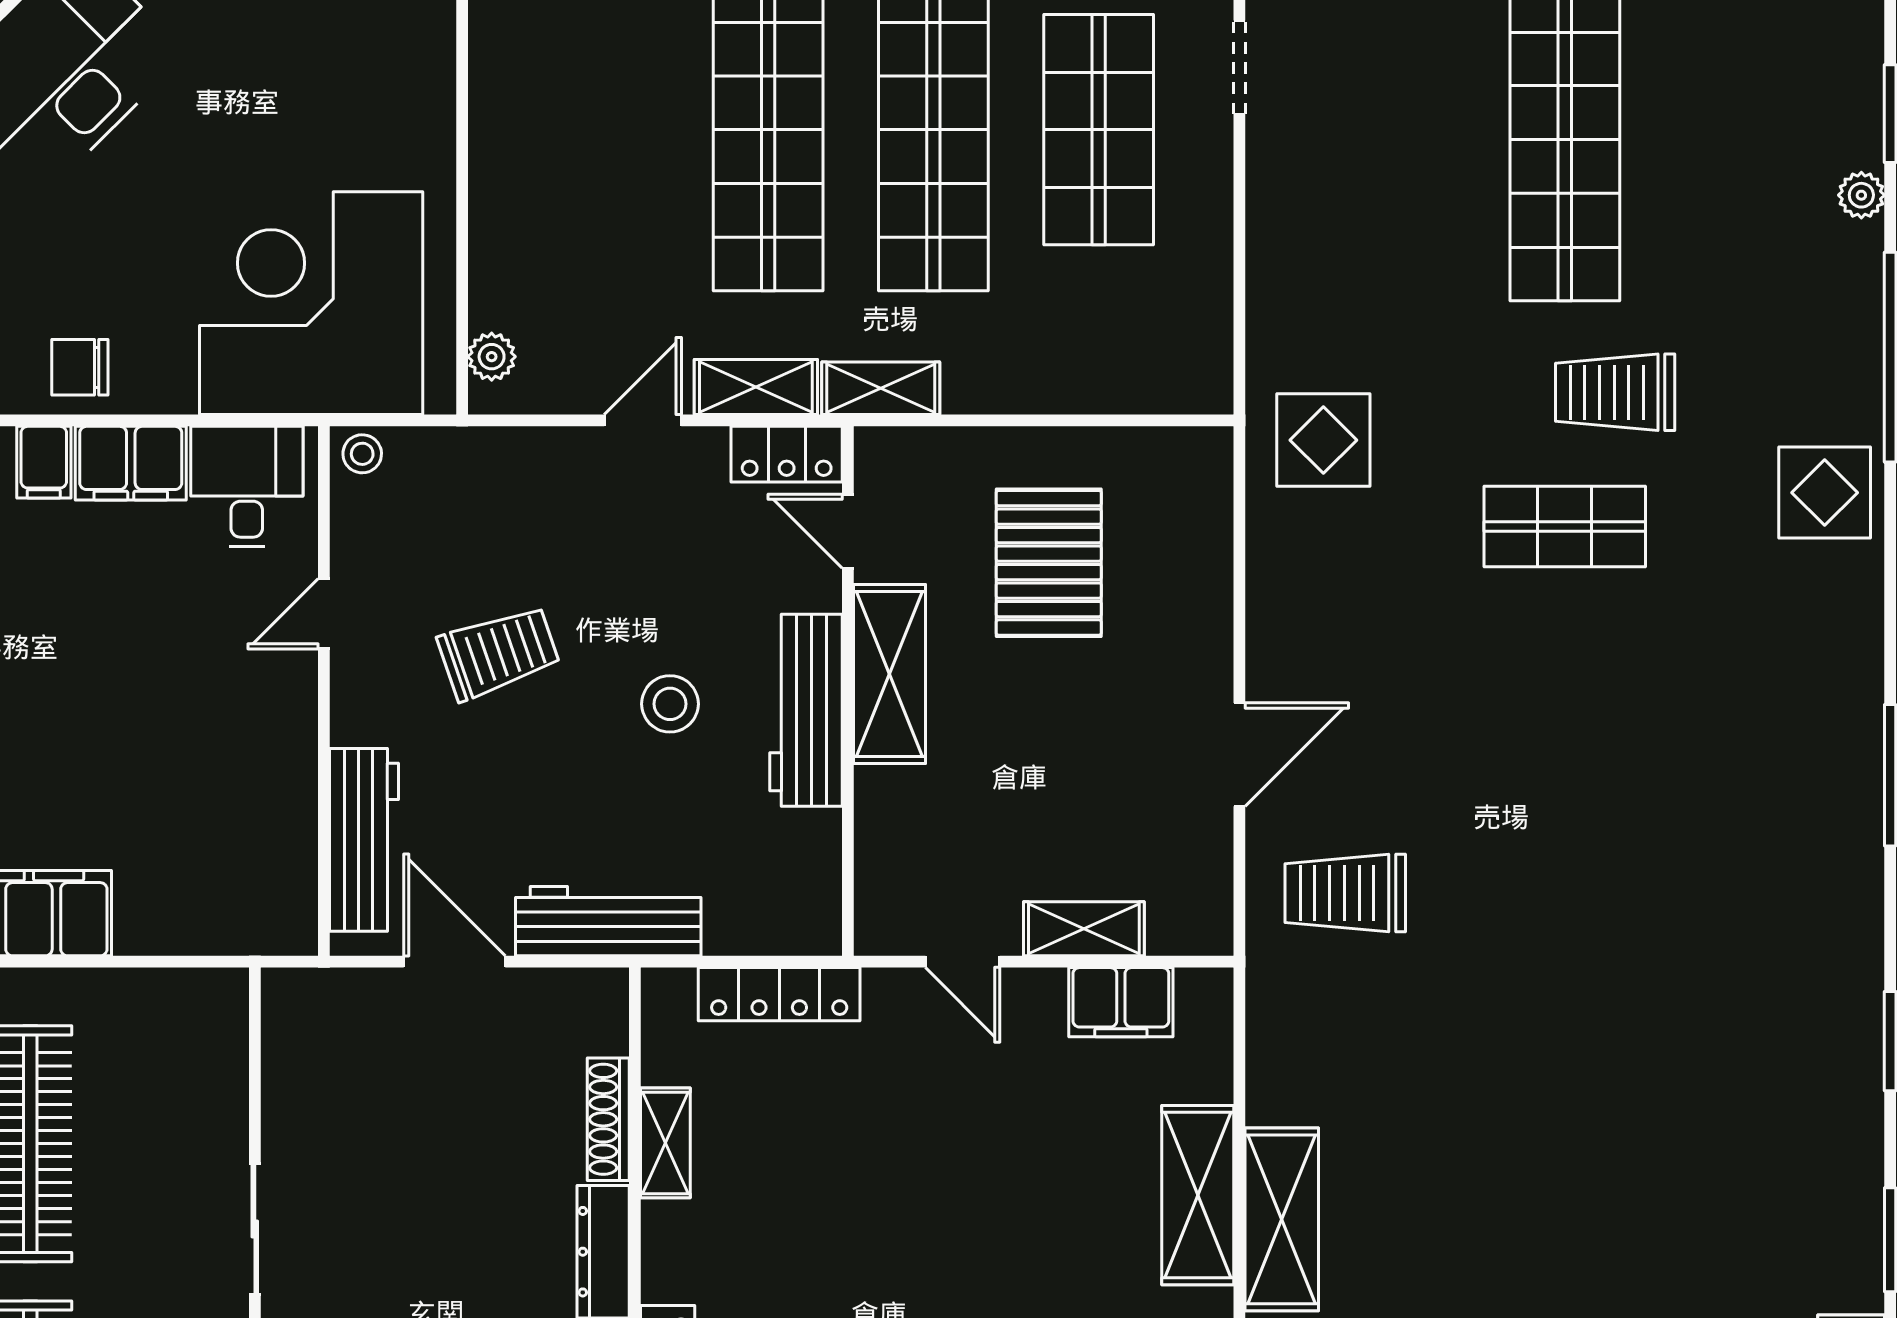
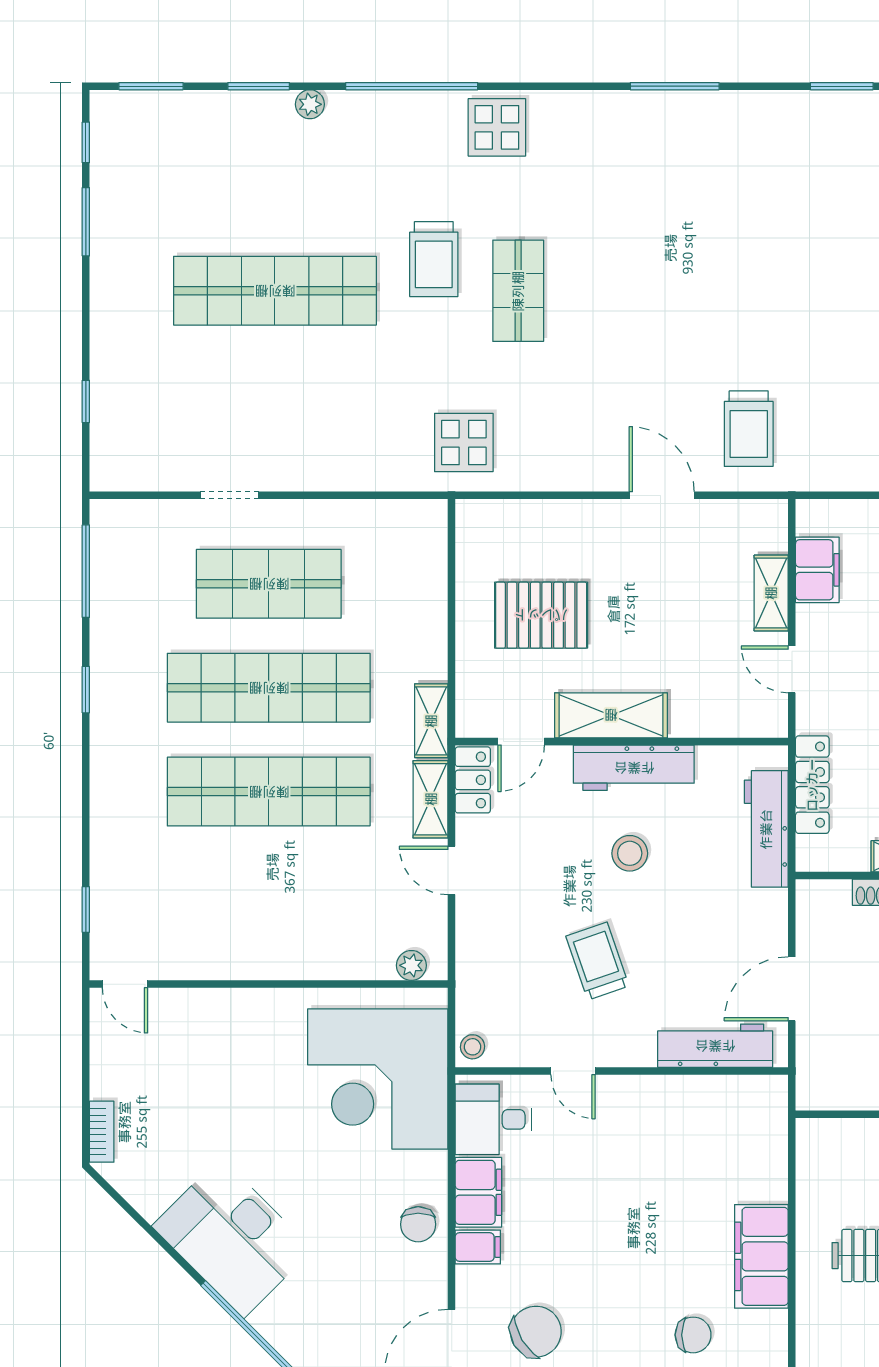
workbench: (608, 921) -> (766, 829), moved
door: (963, 962) -> (792, 669), swing flipped

